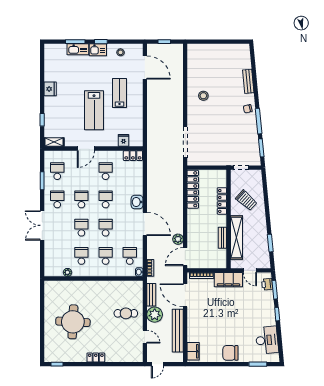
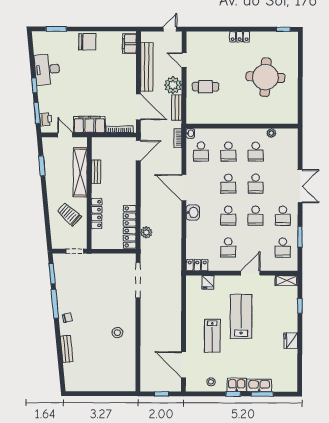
plant: (178, 239) -> (146, 232), moved
desk: (267, 340) -> (47, 69), moved

